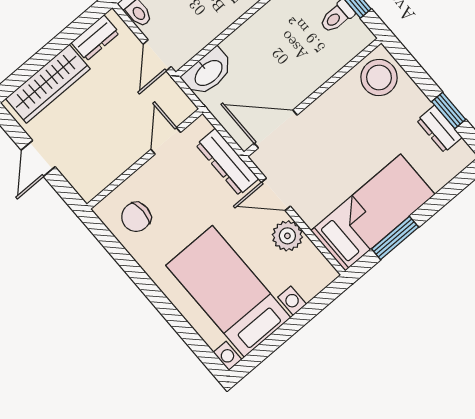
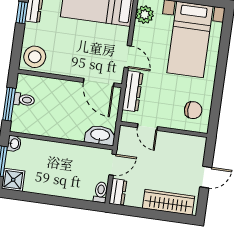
dresser: (95, 38) -> (118, 192), moved, turned 90
door: (166, 141) -> (147, 127), hinge flipped
plant: (287, 236) -> (145, 15), moved

